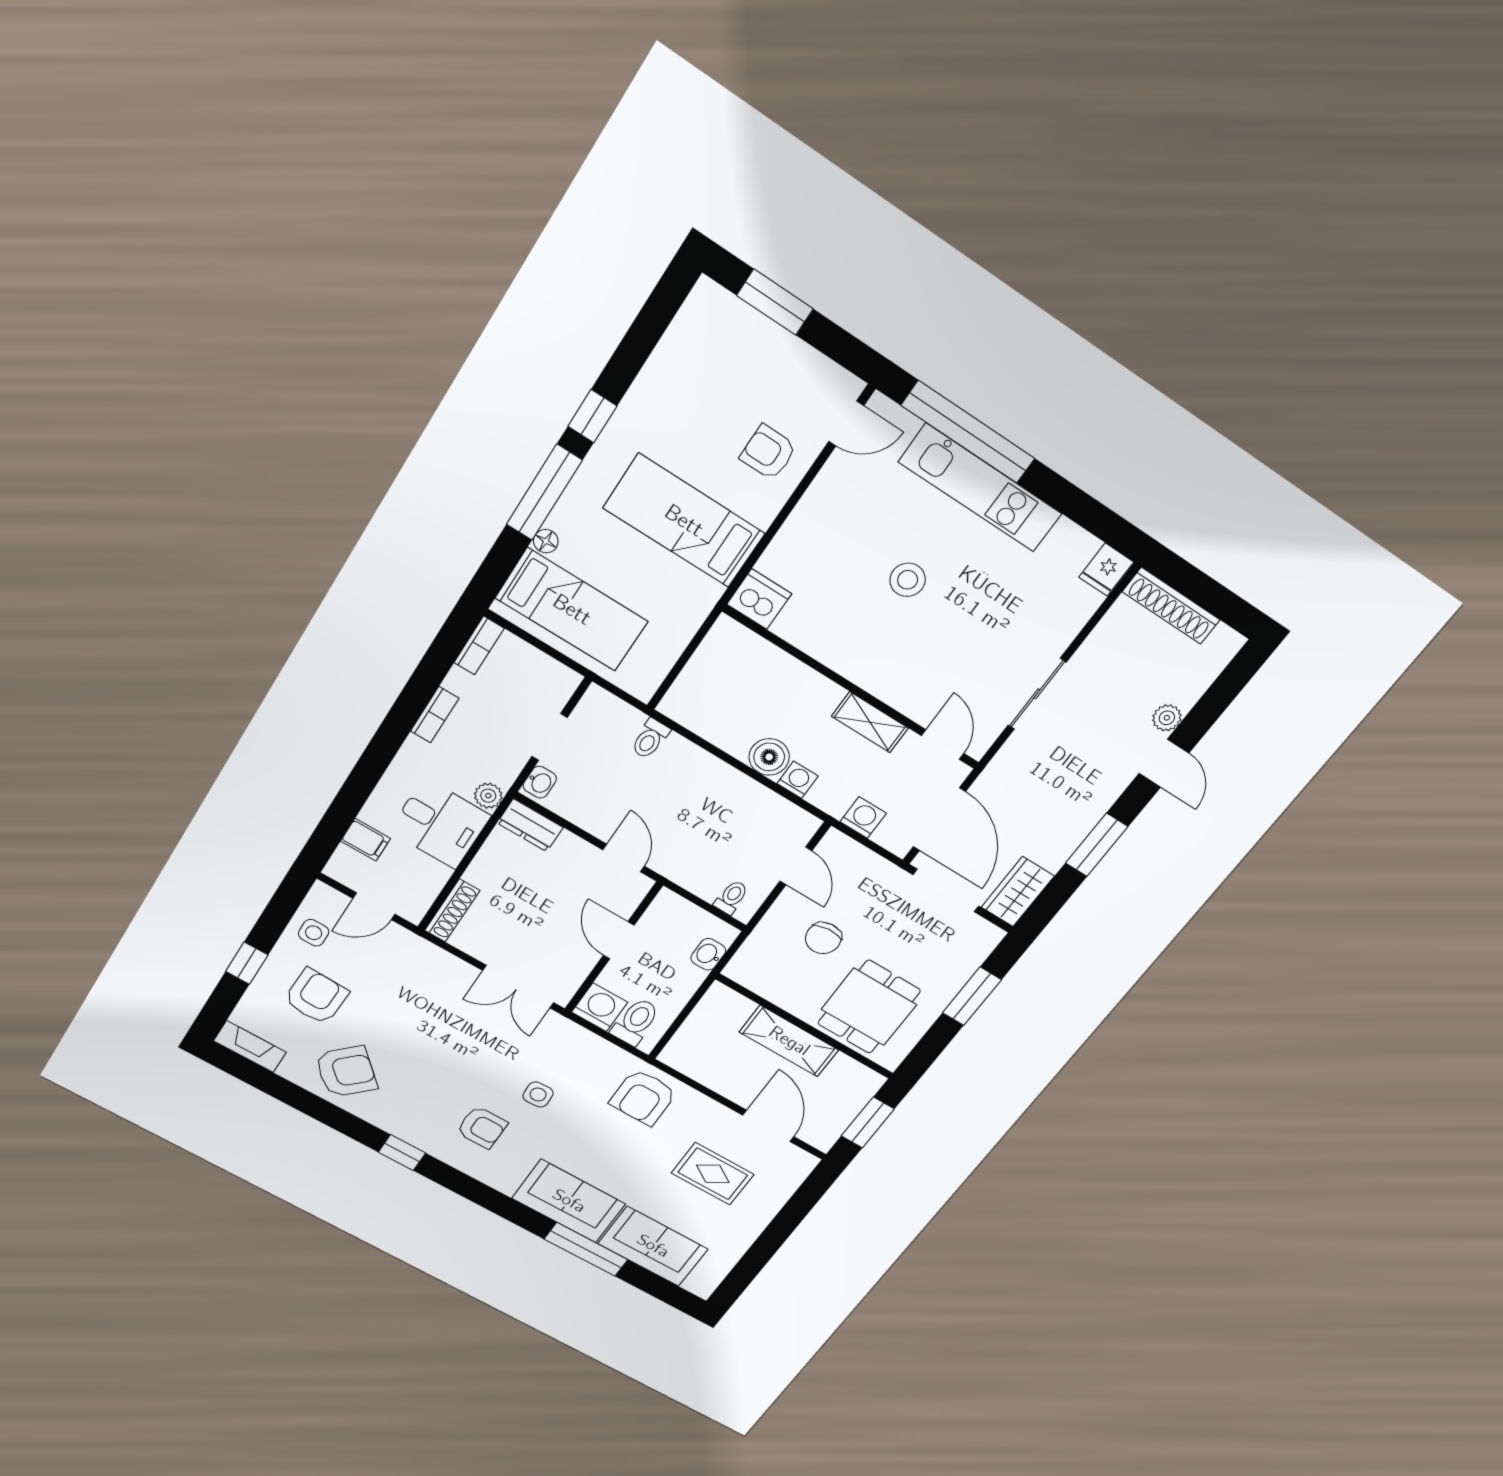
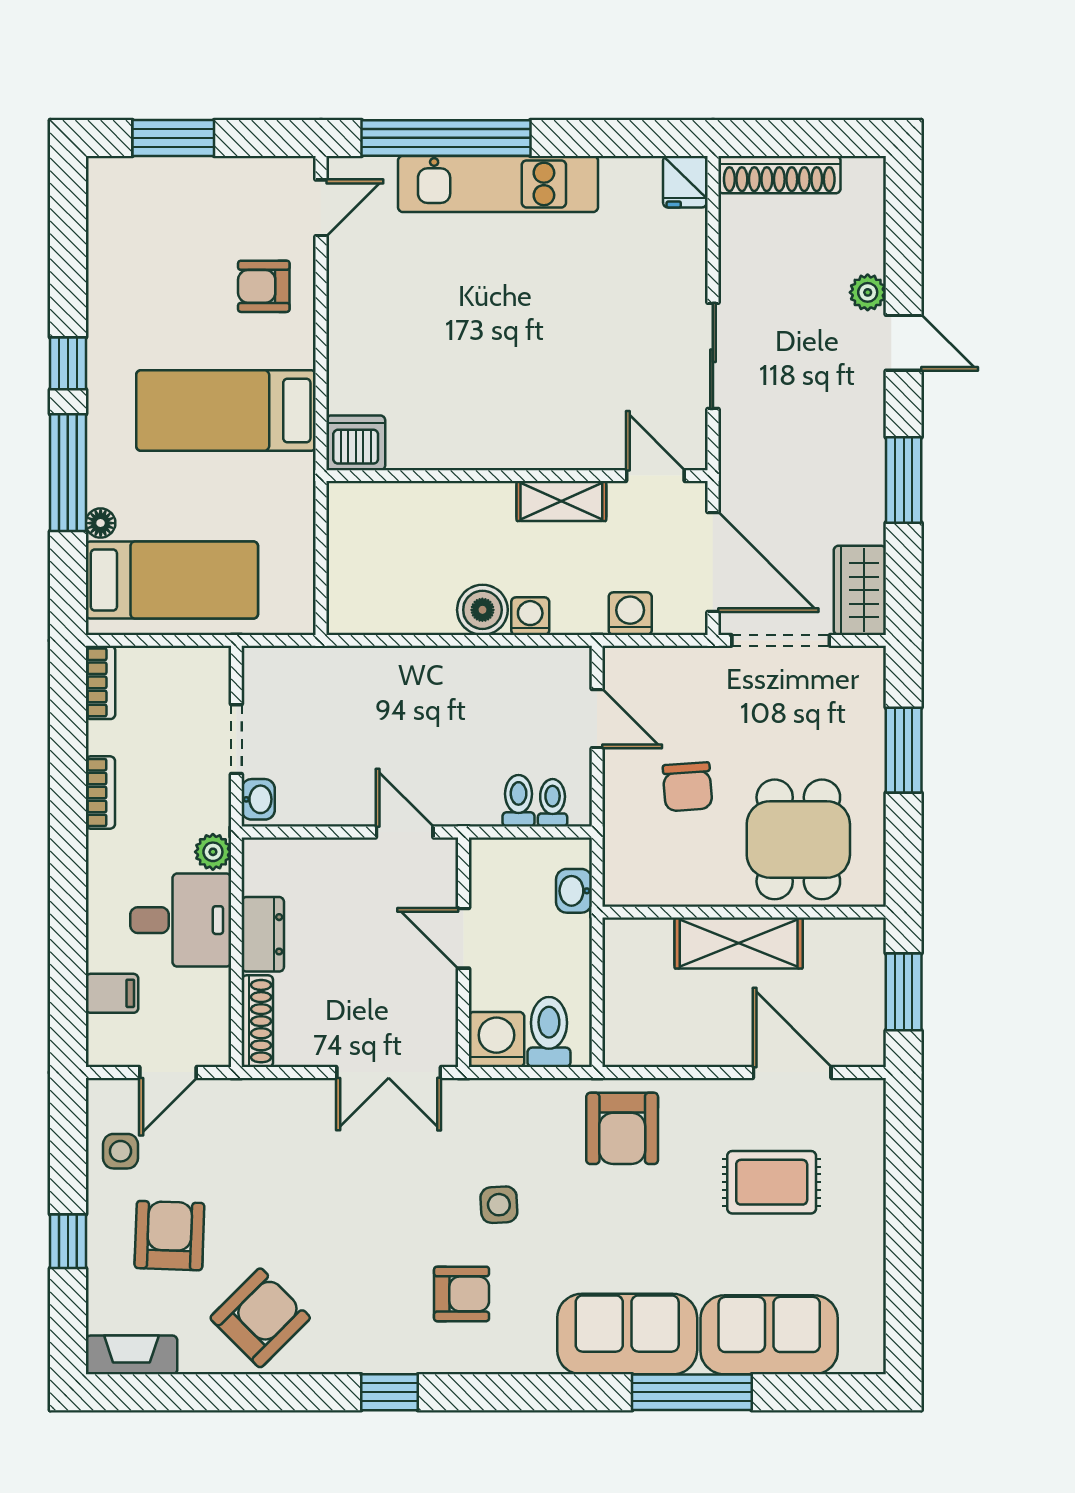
stool: (908, 580) -> (492, 324), removed
toilet: (650, 739) -> (519, 801), moved, turned 180
dresser: (530, 825) -> (263, 934), moved, turned -90

